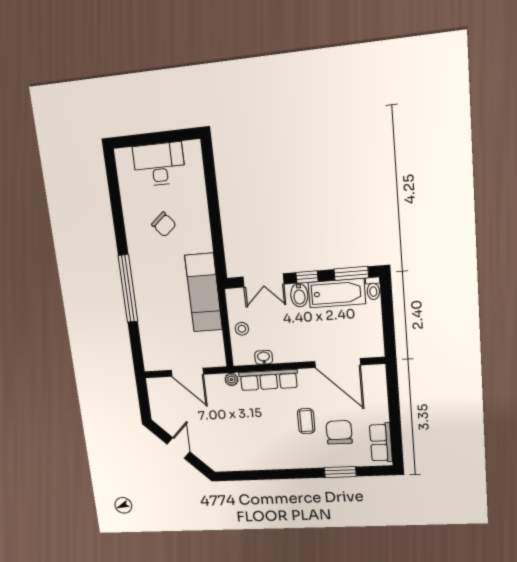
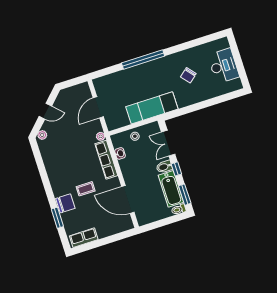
door: (338, 363) -> (128, 199), hinge flipped
chair: (339, 432) -> (65, 203), moved
plant: (212, 461) -> (42, 135), added

